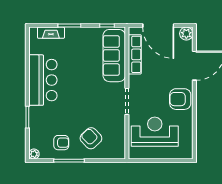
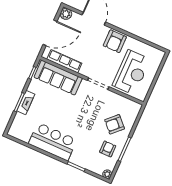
fireplace: (51, 33) -> (26, 103), moved
reception desk: (155, 132) -> (131, 72), turned 180

